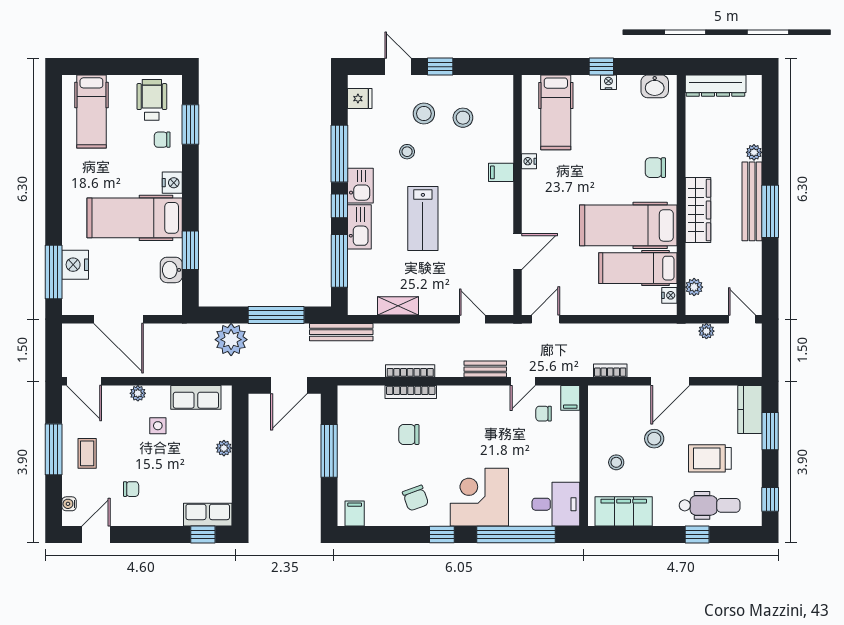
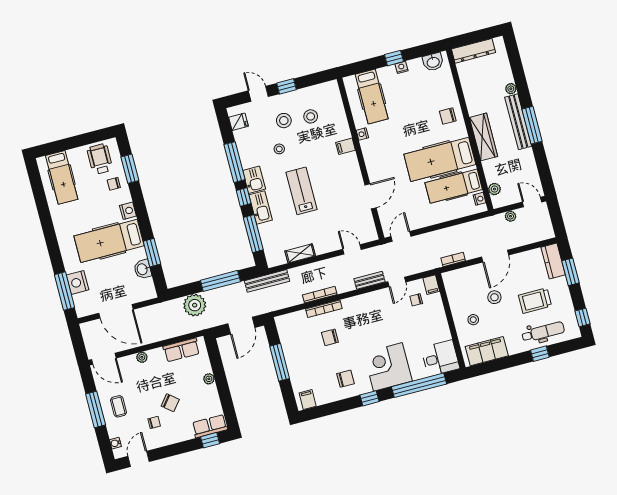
lab bench: (423, 219) -> (302, 191), turned 180
side table: (158, 426) -> (161, 375), removed
chair: (161, 467) -> (170, 403), added
chair: (415, 498) -> (346, 379), turned -70

